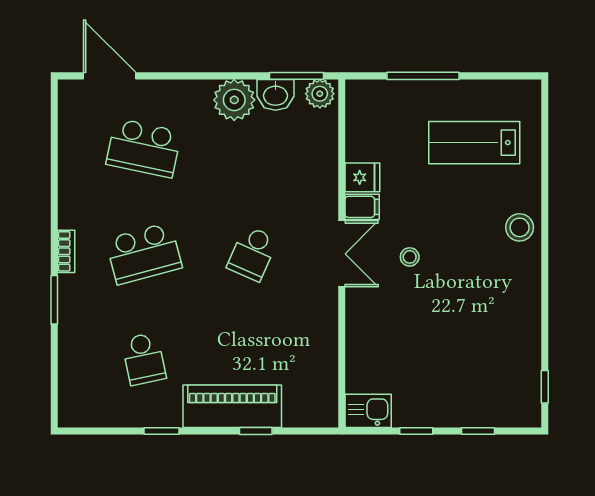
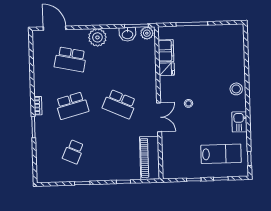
plant: (234, 100) -> (97, 37), moved
lab bench: (474, 143) -> (221, 154), moved, turned 180
filing cabinet: (362, 207) -> (166, 51), moved, width x2.00
school desk: (252, 253) -> (120, 104), width x1.85
double door: (342, 254) -> (159, 117), moved
school desk: (144, 359) -> (73, 152), turned 36
piano: (232, 406) -> (150, 158), moved, turned -90
kitchen sink: (368, 411) -> (239, 122), moved, turned -90

